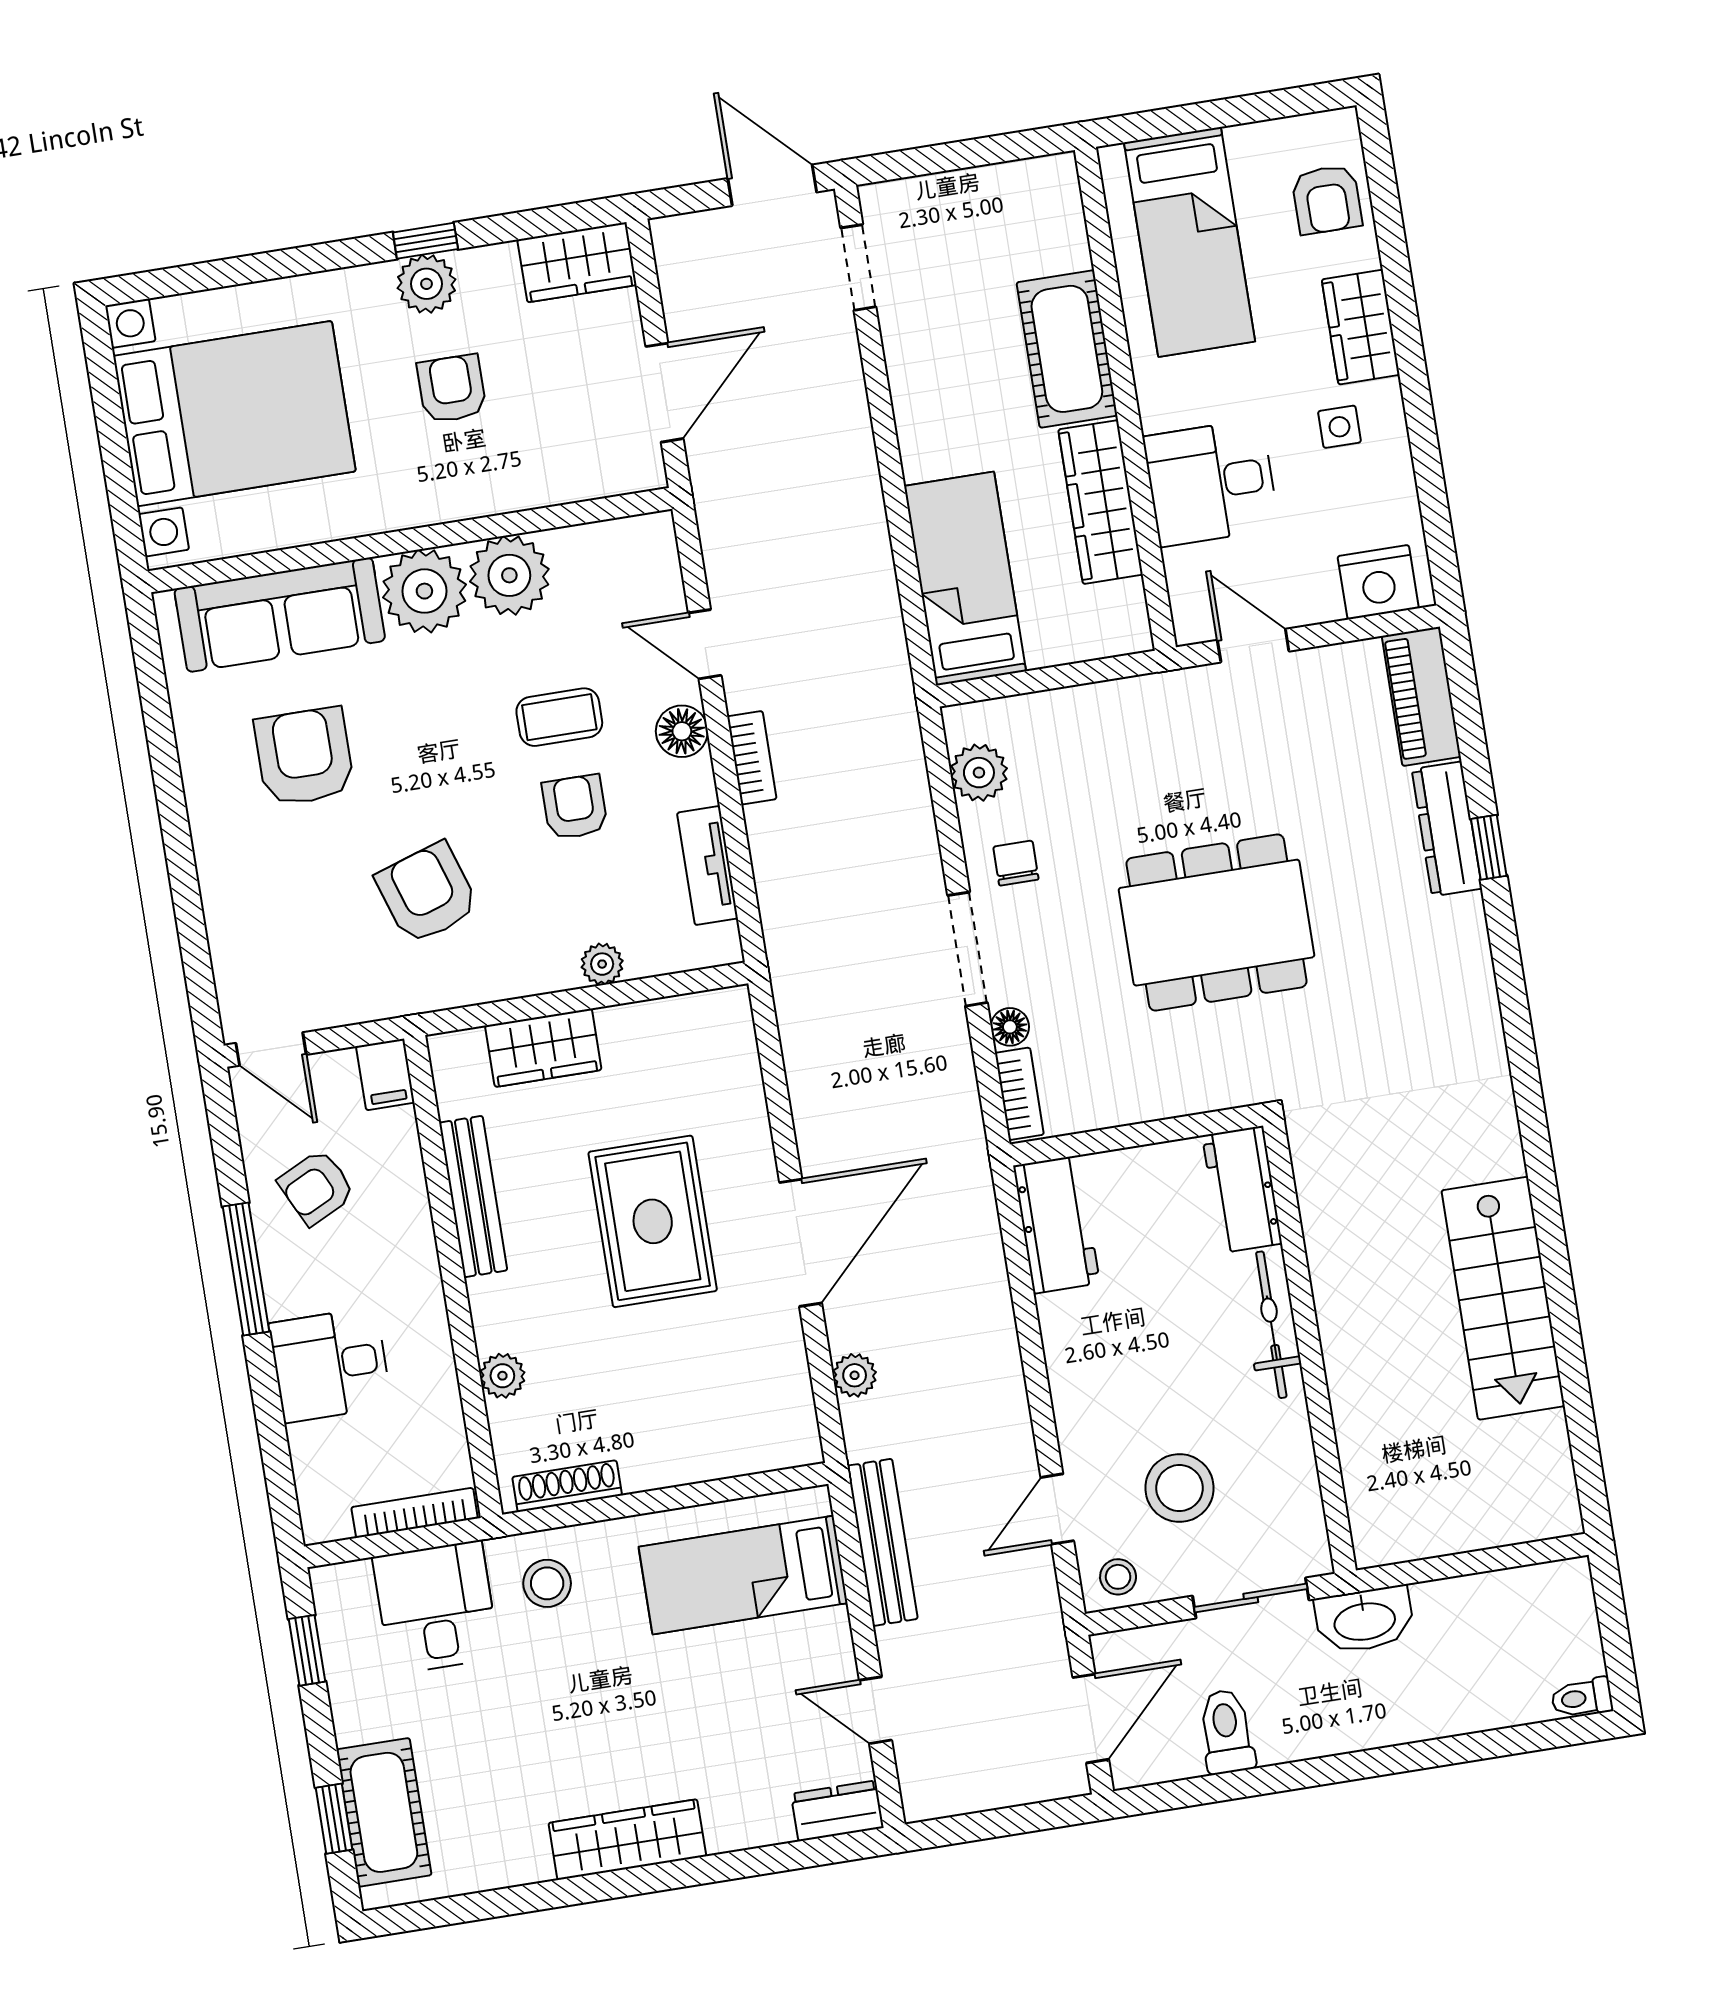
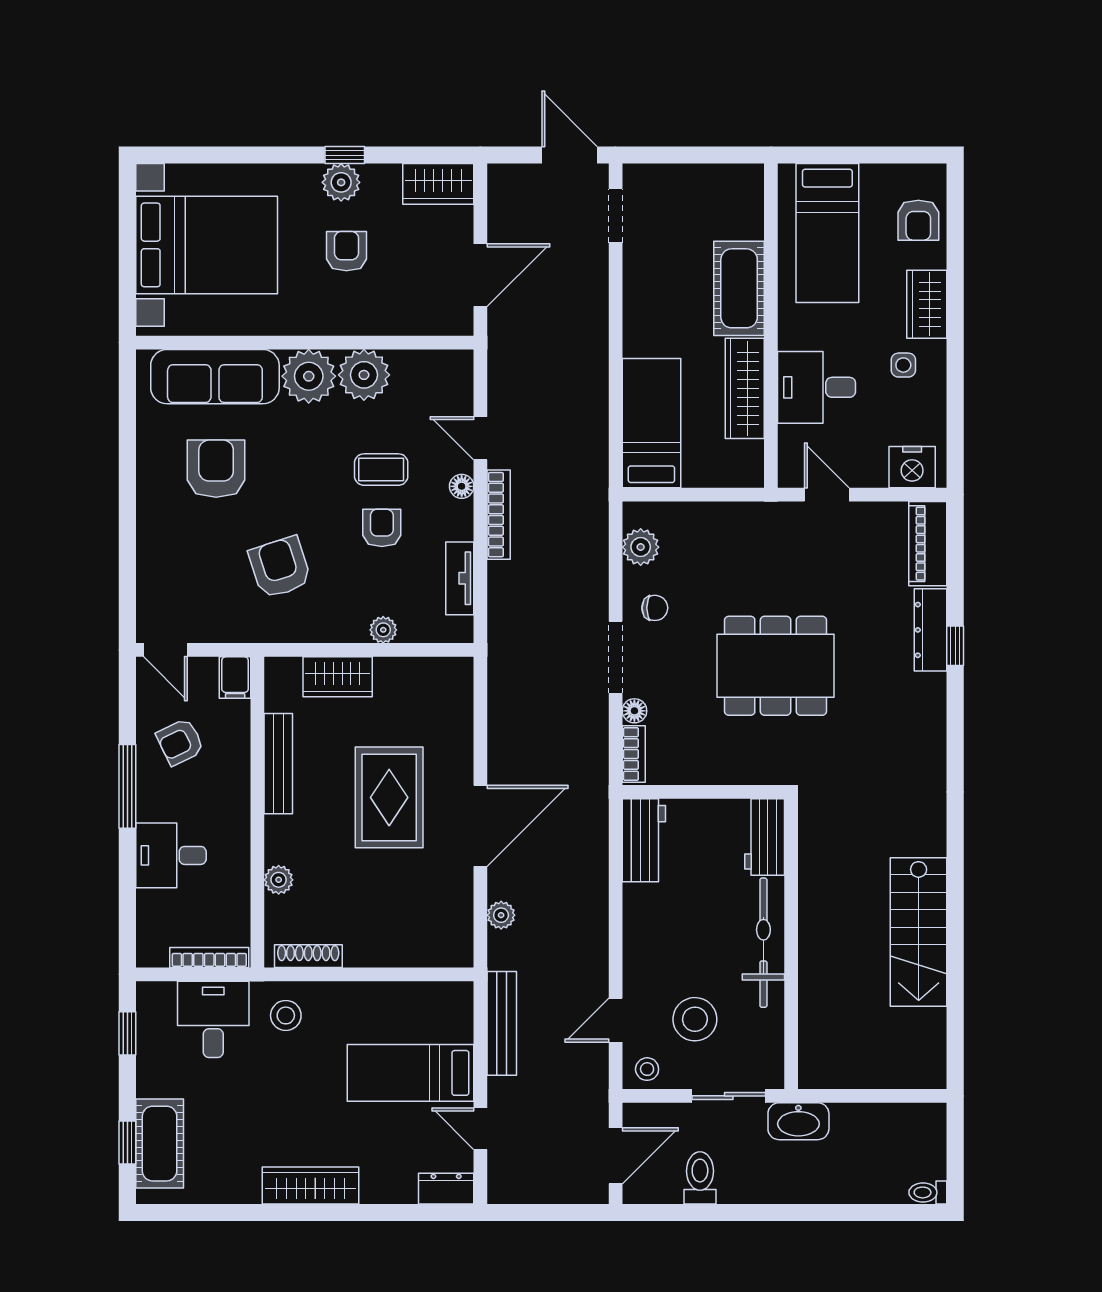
floor lamp: (682, 731) -> (462, 486), width x0.73, depth x0.73
bookcase: (752, 758) -> (499, 515), width x1.56
chair: (1016, 863) -> (655, 608), turned 90
bicycle: (1271, 1325) -> (763, 943), width x1.37, depth x1.40
bed: (743, 1575) -> (410, 1073), moved

